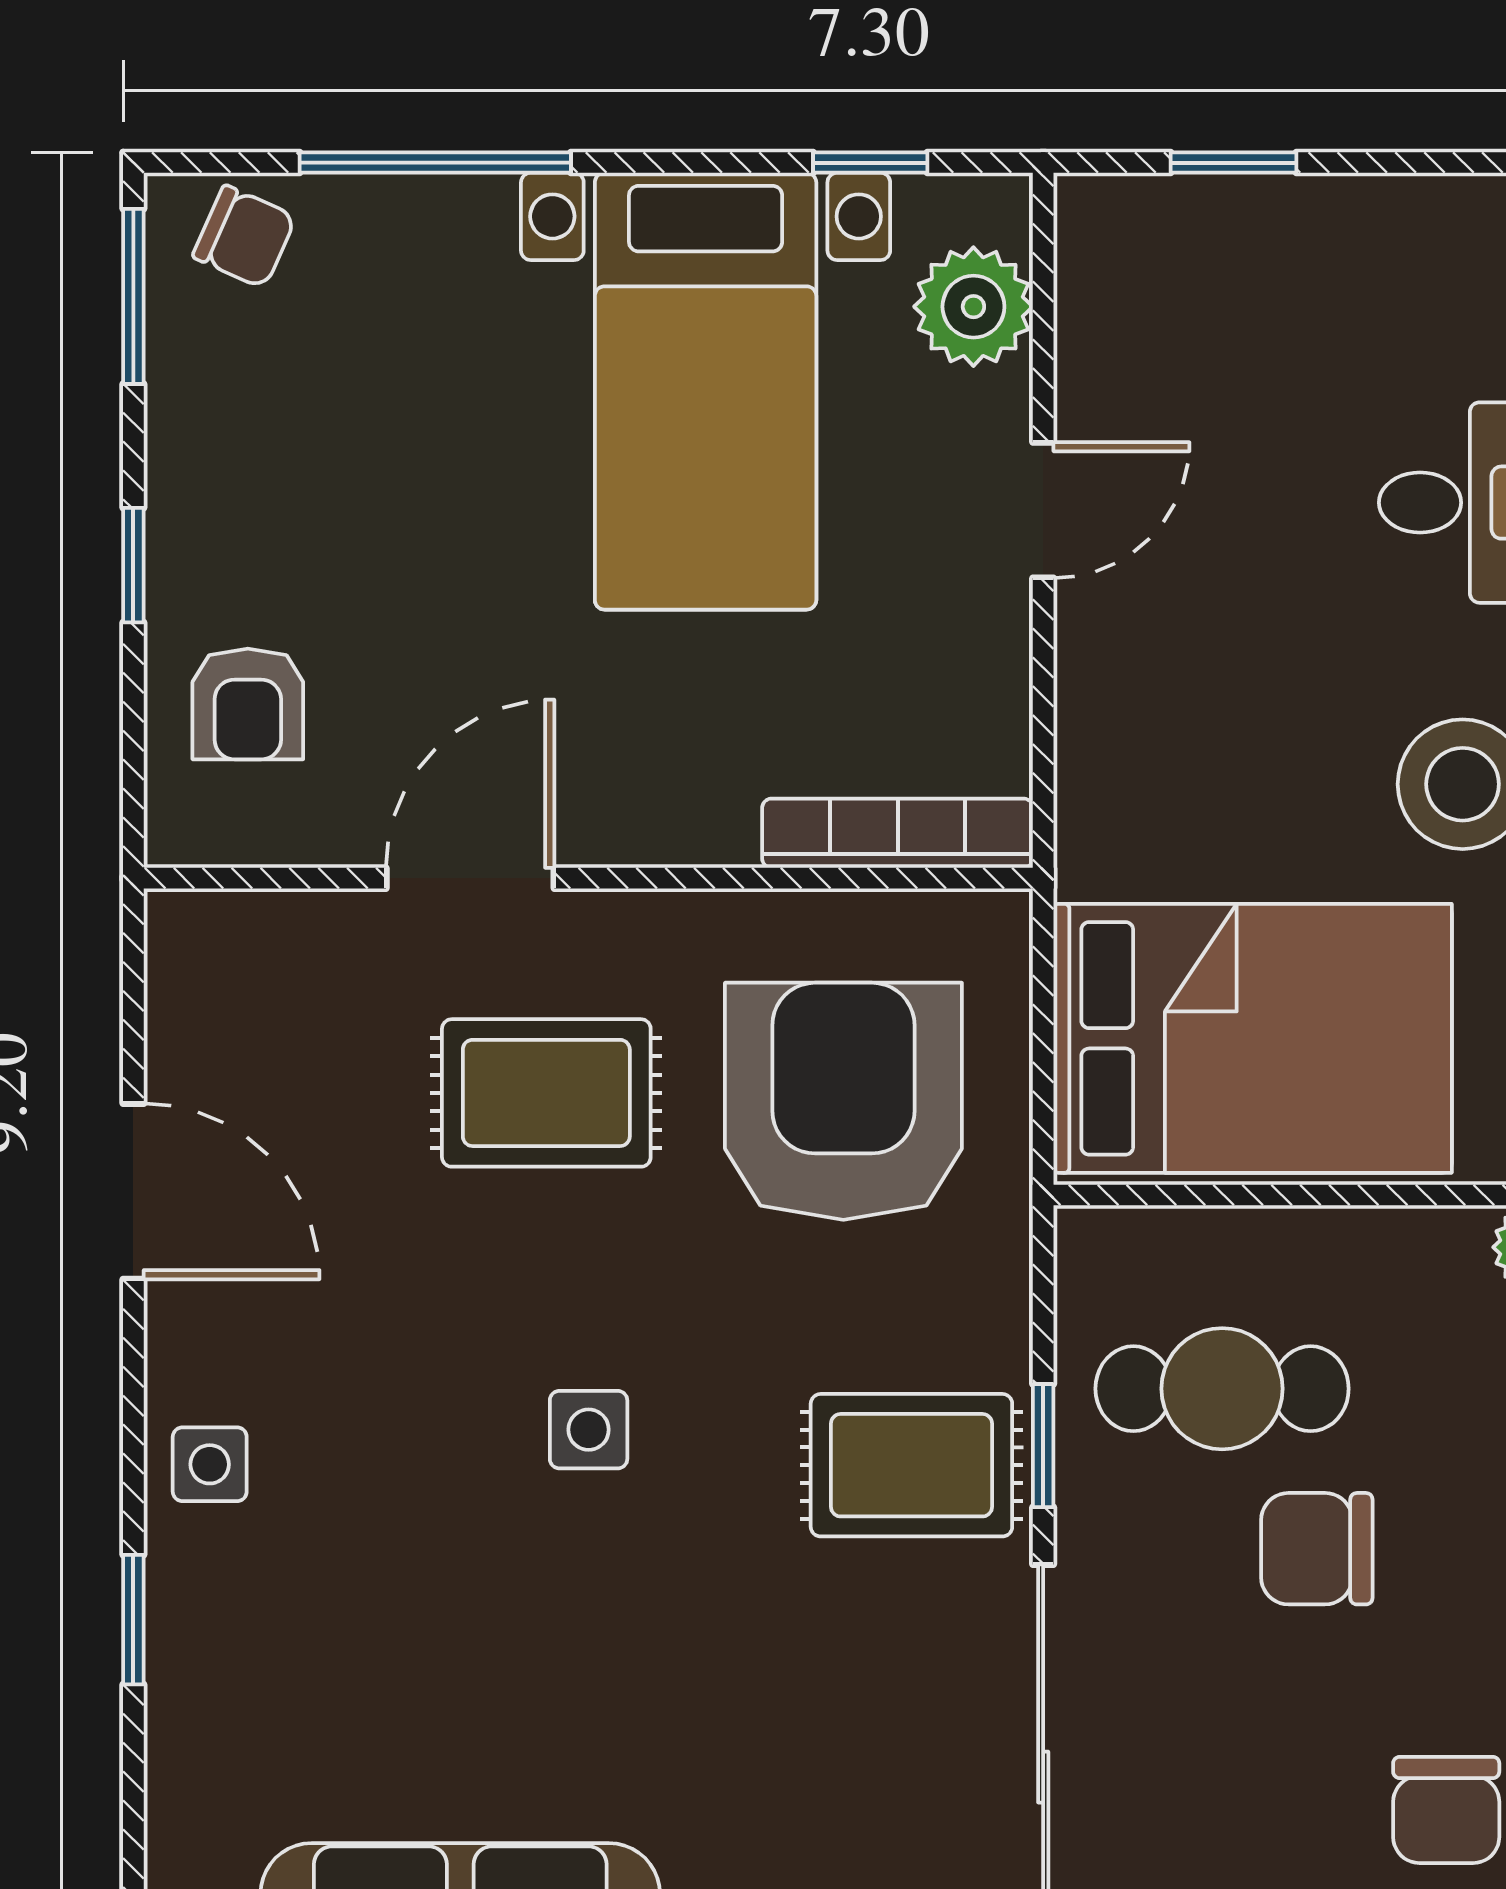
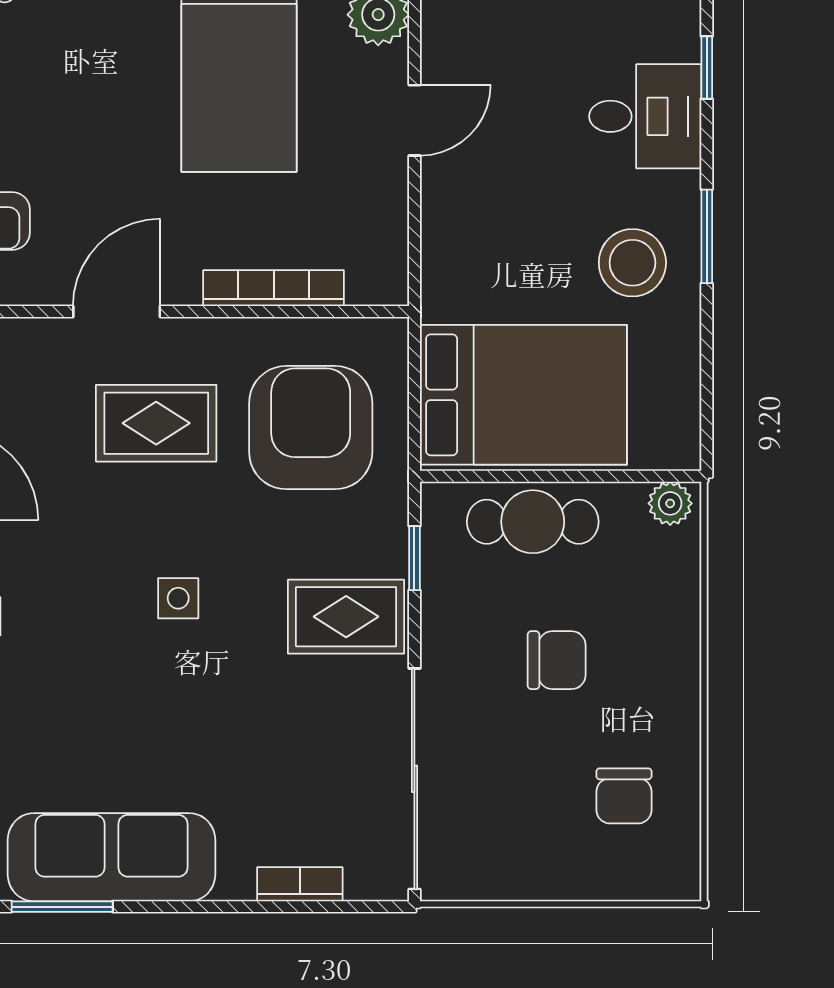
bookcase: (898, 833) -> (274, 288), moved
cafe table: (1222, 1389) -> (533, 522), moved
window: (1043, 1446) -> (414, 558), moved
chair: (1317, 1549) -> (557, 660), turned 180

